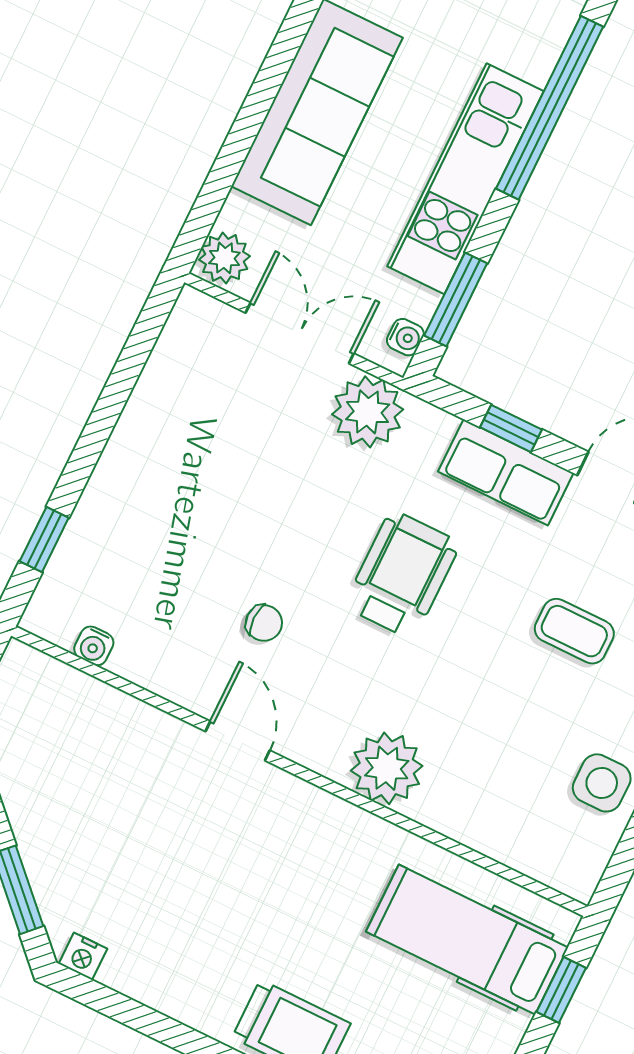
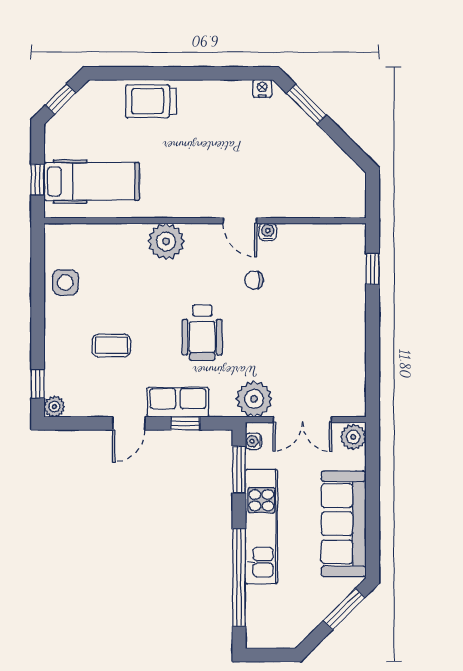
water cooler: (94, 646) -> (268, 232), moved

